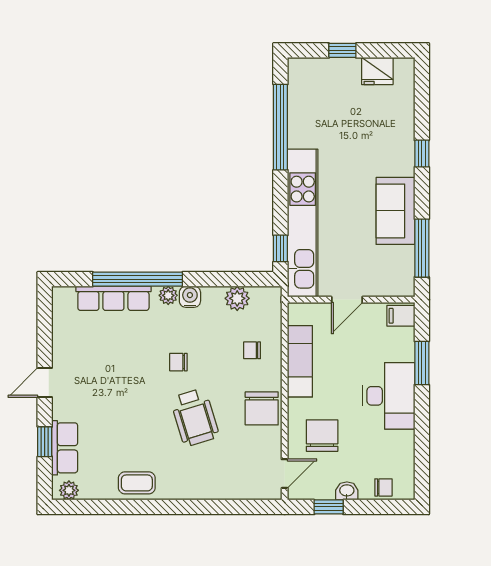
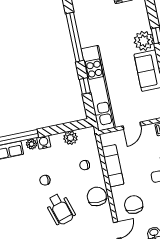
plant: (397, 158) -> (144, 41), added
window: (280, 248) -> (85, 86), moved
chair: (262, 408) -> (97, 196), turned 180

